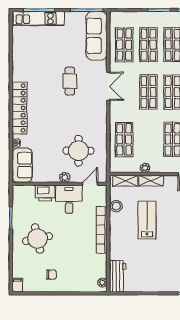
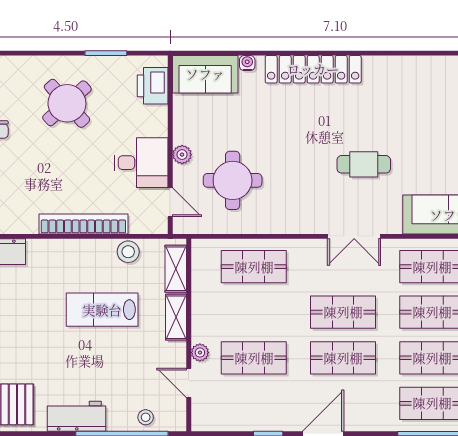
plant: (145, 168) -> (200, 353), moved
printer: (45, 193) -> (153, 86), moved
lab bench: (147, 220) -> (102, 310), turned 180
round table: (38, 239) -> (67, 103), turned -30

